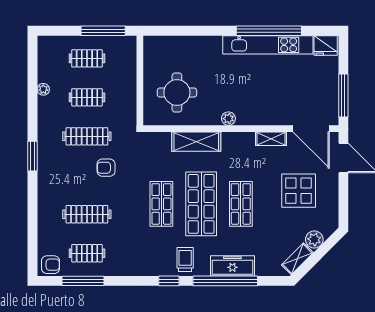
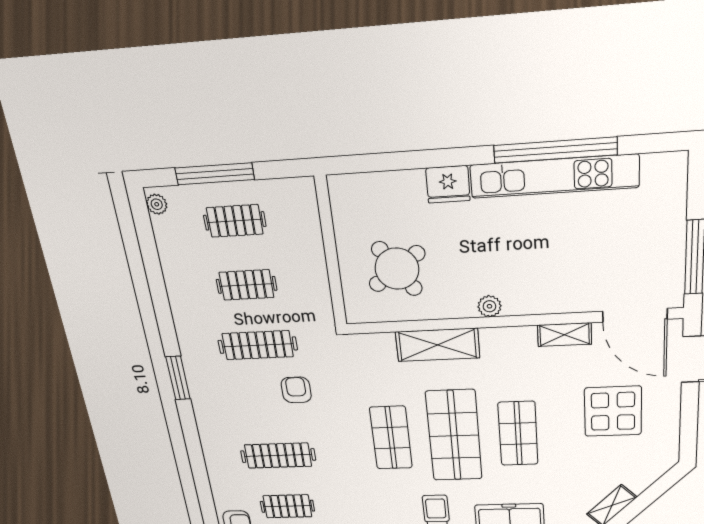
window: (103, 31) -> (215, 174), moved
fridge: (326, 45) -> (448, 184), moved
plant: (43, 89) -> (157, 204), moved
round table: (177, 93) -> (397, 269), turned -35
armchair: (106, 168) -> (296, 390), turned 90
plant: (314, 240) -> (639, 479), removed

